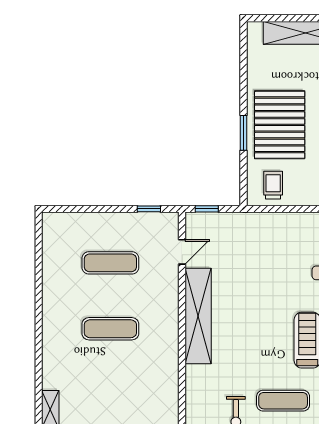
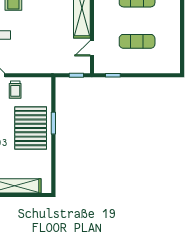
trolley: (273, 185) -> (15, 90), moved

